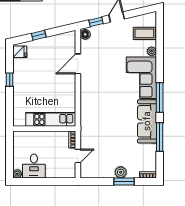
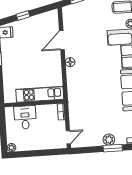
floor lamp: (85, 34) -> (70, 62), moved
door: (78, 156) -> (68, 137), moved
desk: (34, 166) -> (25, 118), moved, turned 180

